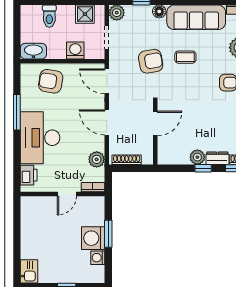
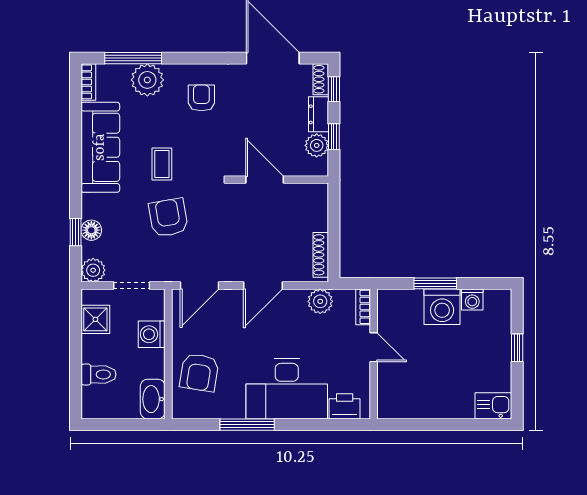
floor lamp: (159, 11) -> (91, 230), moved
door: (155, 123) -> (265, 180), moved
wall: (155, 133) -> (280, 180), moved

